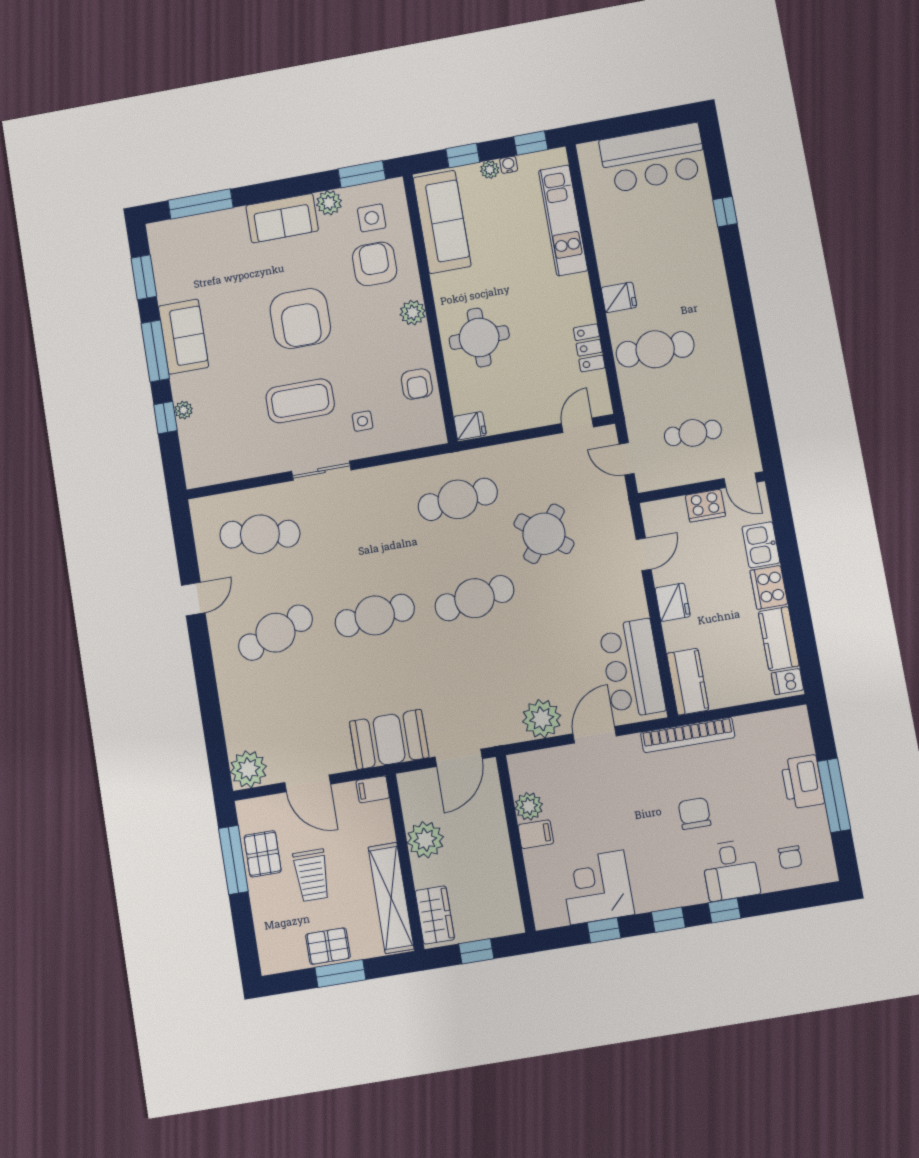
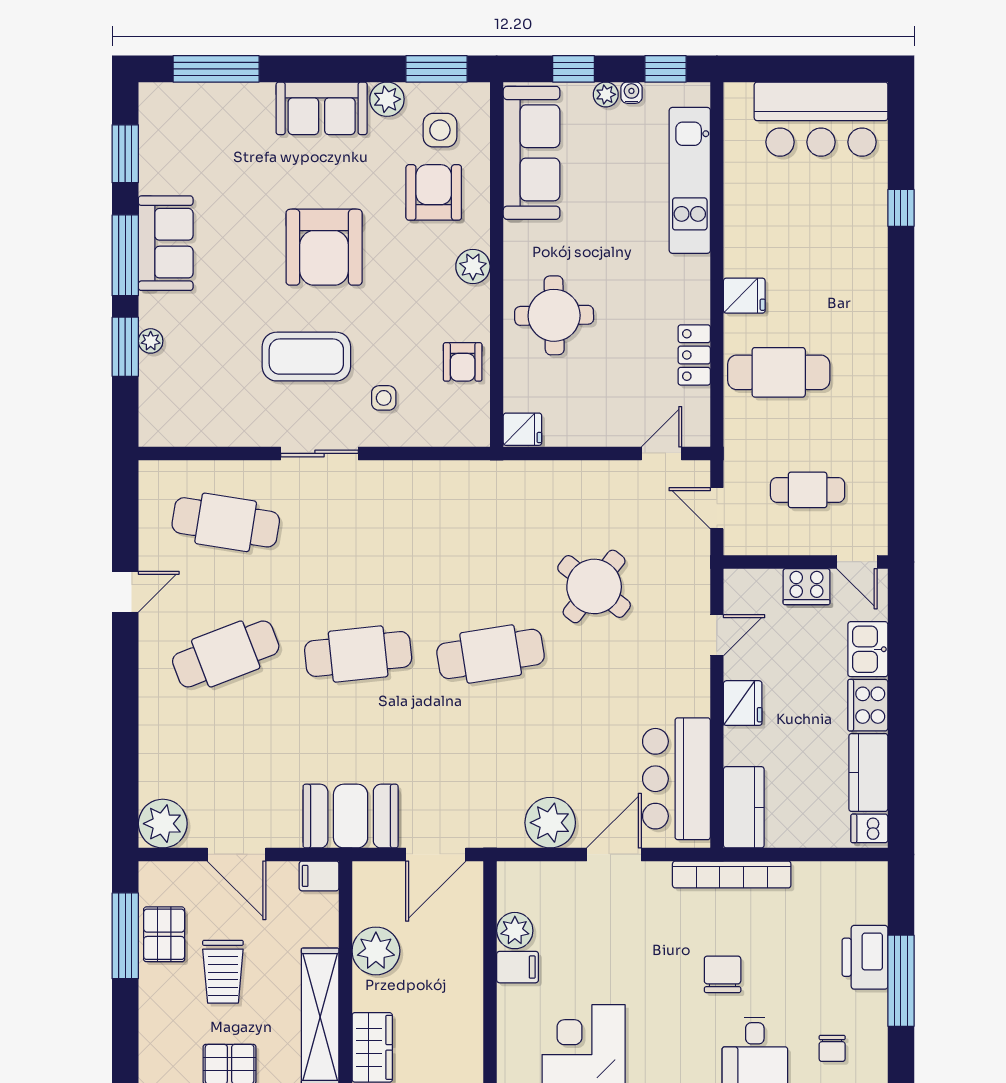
window: (165, 418) -> (125, 347), width x1.50
cafe table: (458, 499) -> (491, 522), removed

